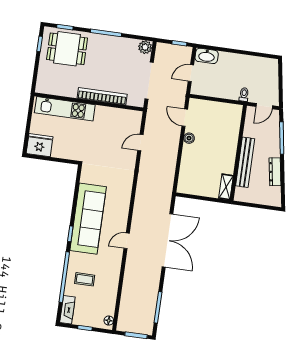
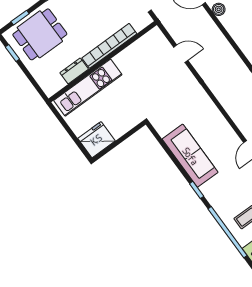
dresser: (66, 91) -> (74, 71), added
door: (140, 143) -> (181, 54), swing flipped
sofa: (88, 219) -> (190, 156), width x0.74, depth x0.79

